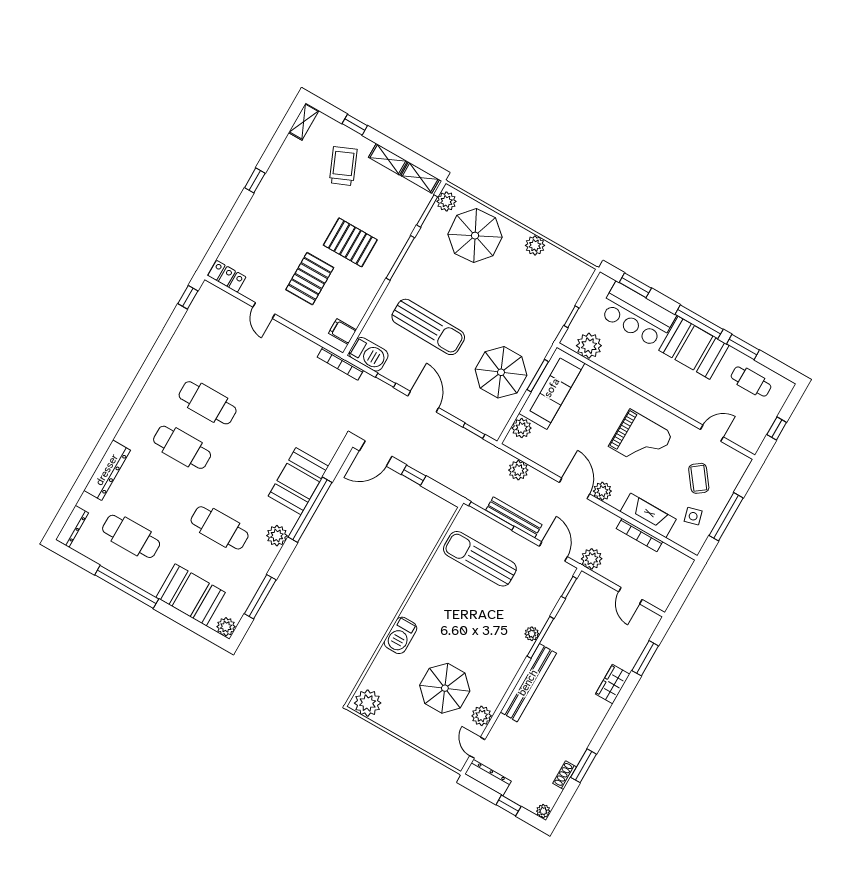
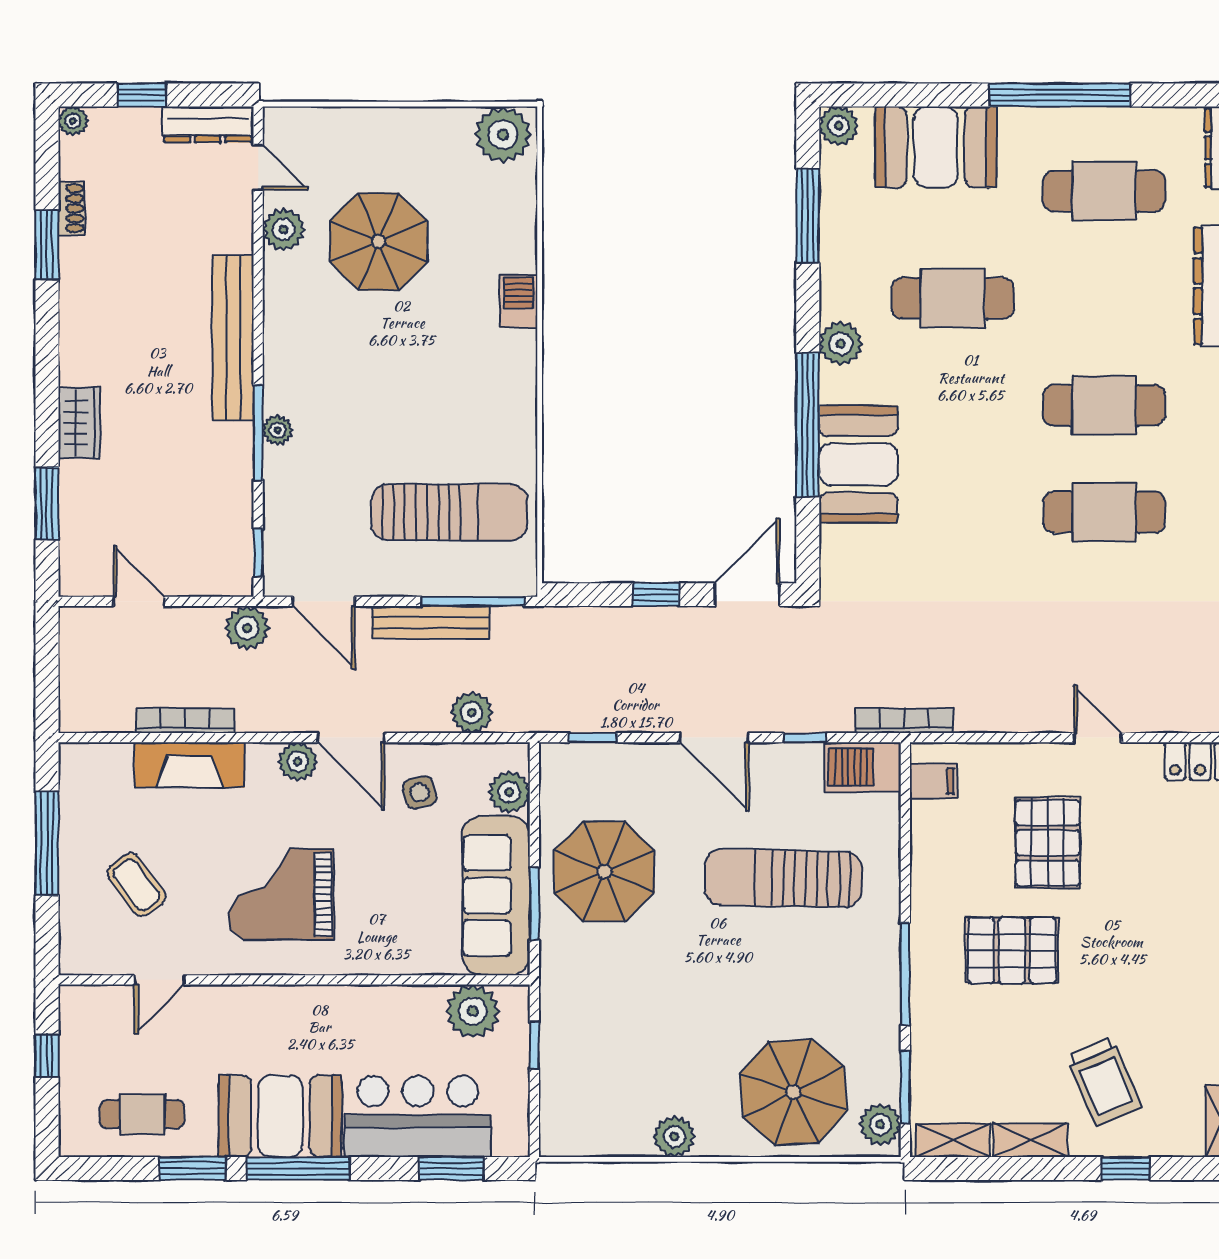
side table: (693, 516) -> (420, 792), moved
barbecue: (400, 635) -> (519, 301), width x0.73, depth x0.79

